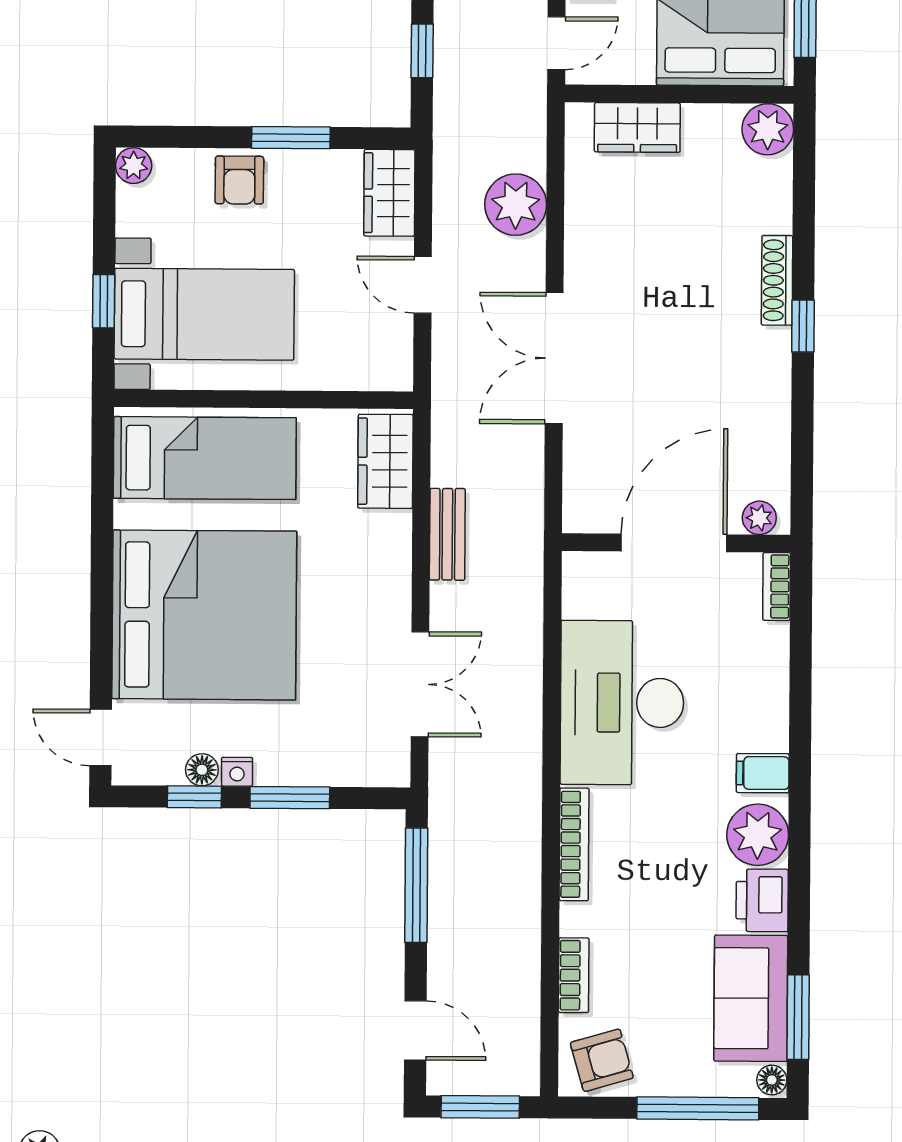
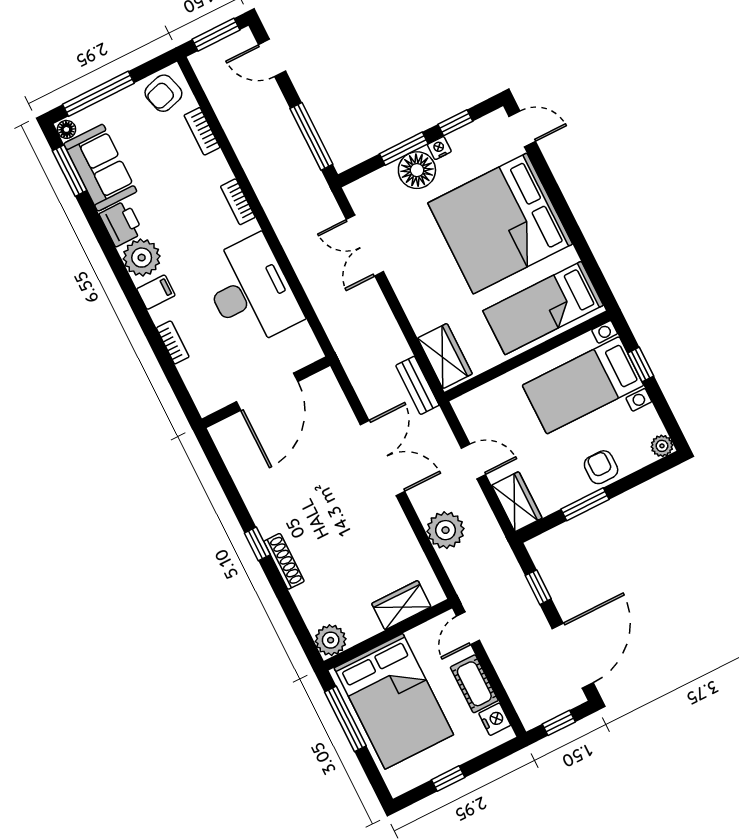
plant: (759, 518) -> (228, 429), removed
bench: (447, 534) -> (417, 385), moved
bookcase: (777, 586) -> (173, 342), moved
floor lamp: (202, 770) -> (417, 170), moved, width x1.89, depth x1.89
bookcase: (574, 844) -> (238, 202), width x0.64

